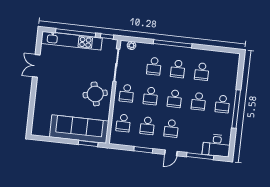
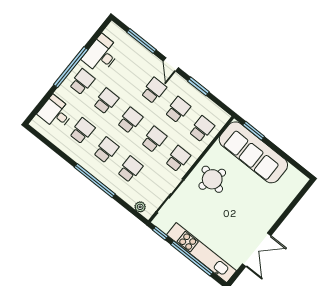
double door: (36, 66) -> (257, 250), width x1.37
desk: (227, 72) -> (56, 113), added
round table: (95, 94) -> (212, 179), turned 30
desk: (217, 145) -> (101, 54), moved, turned -90
door: (171, 153) -> (171, 64), swing flipped

